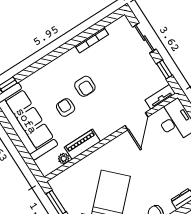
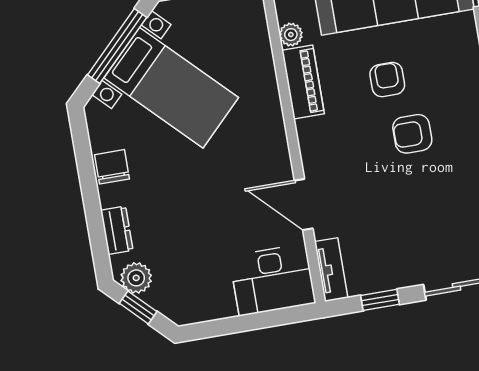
armchair: (66, 107) -> (387, 80), turned -90

